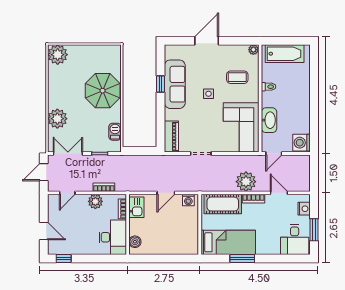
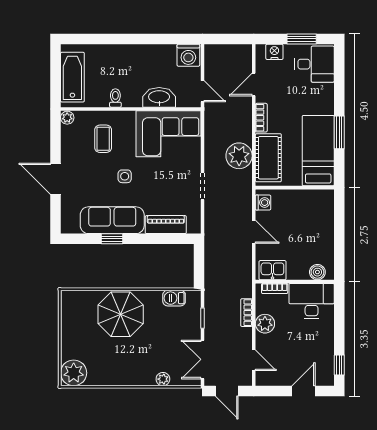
plant: (57, 119) -> (163, 379), width x0.53, depth x0.53
piano: (171, 137) -> (166, 225), moved
plant: (246, 182) -> (239, 156), moved

